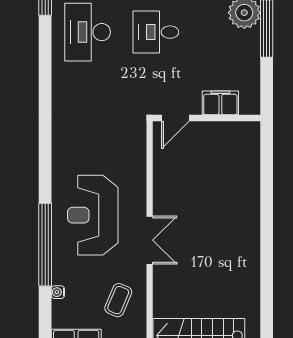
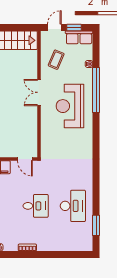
door: (175, 118) -> (25, 159), swing flipped
reception desk: (93, 215) -> (70, 106), turned 180

